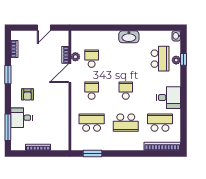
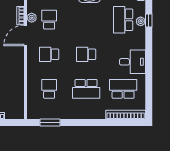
school desk: (160, 59) -> (123, 20), turned 180
school desk: (92, 91) -> (49, 54), turned -90
school desk: (126, 91) -> (86, 54), turned -90
school desk: (92, 123) -> (49, 89), width x0.54

